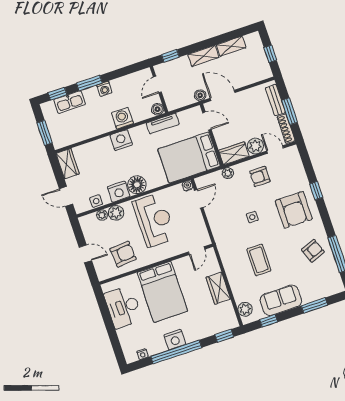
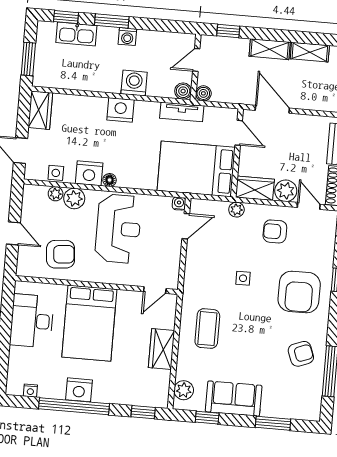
boiler: (200, 95) -> (203, 93), moved
floor lamp: (137, 185) -> (110, 180), width x0.53, depth x0.53
coffee table: (259, 260) -> (207, 329), moved

